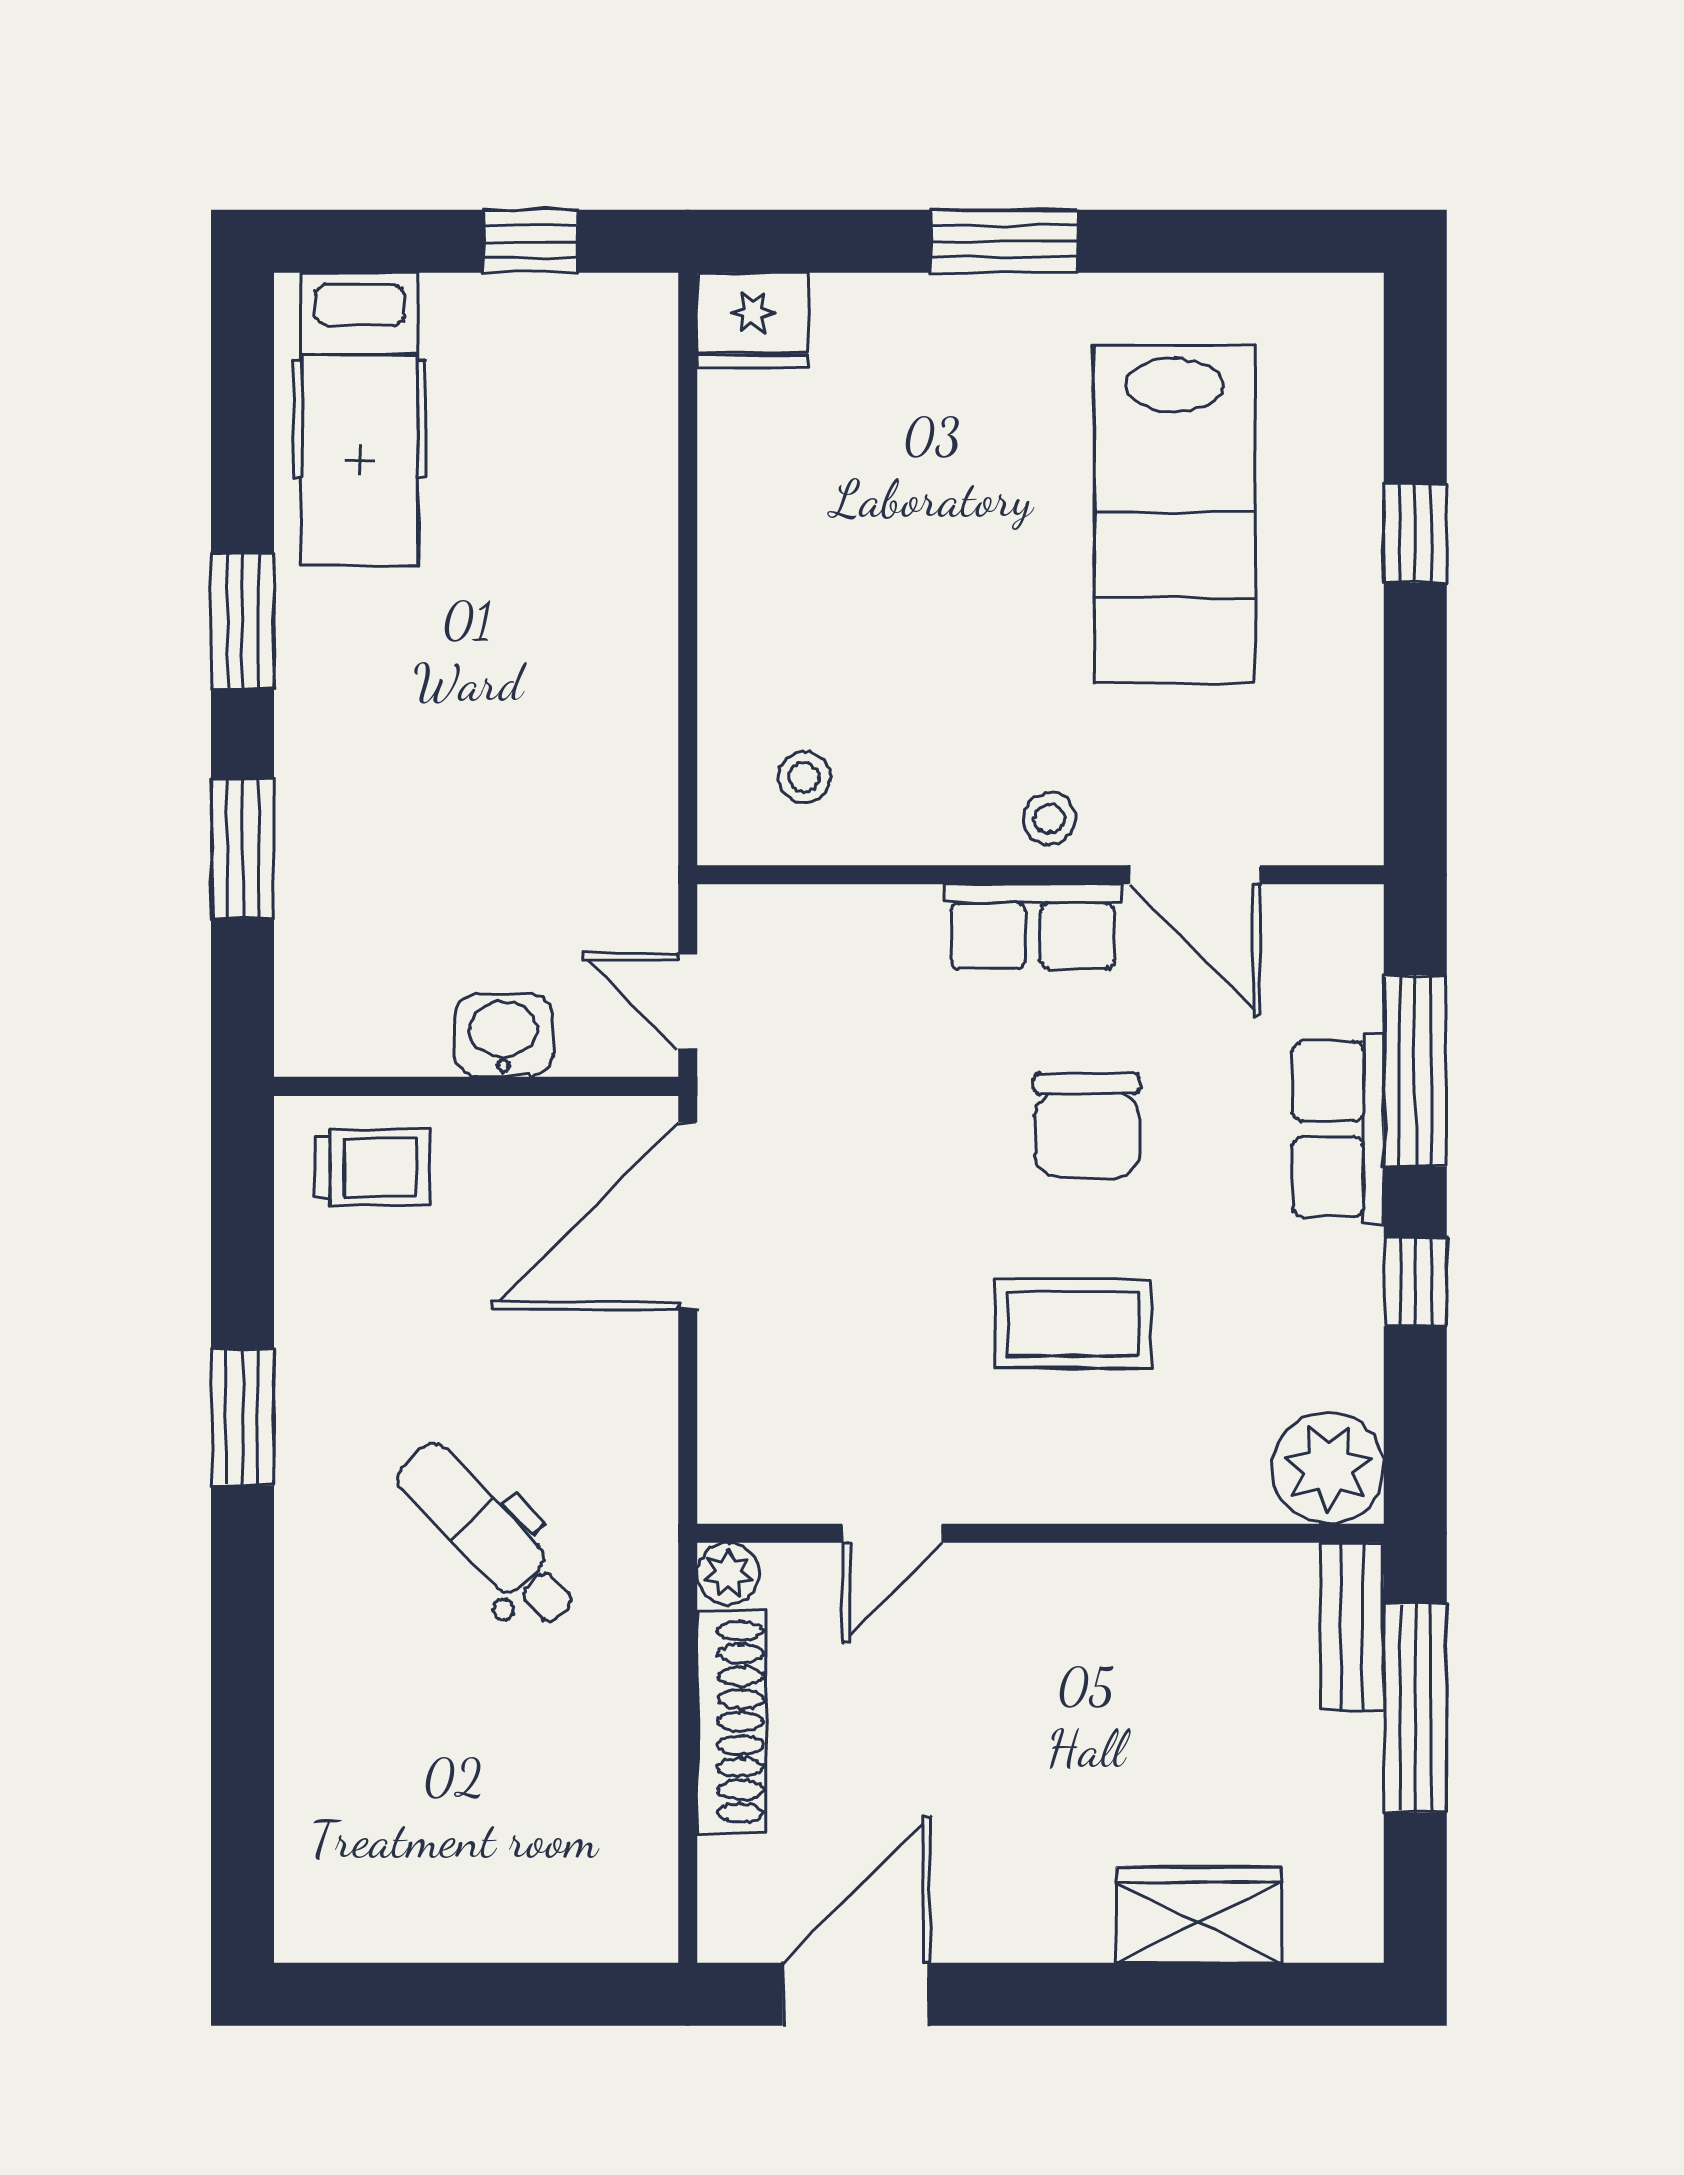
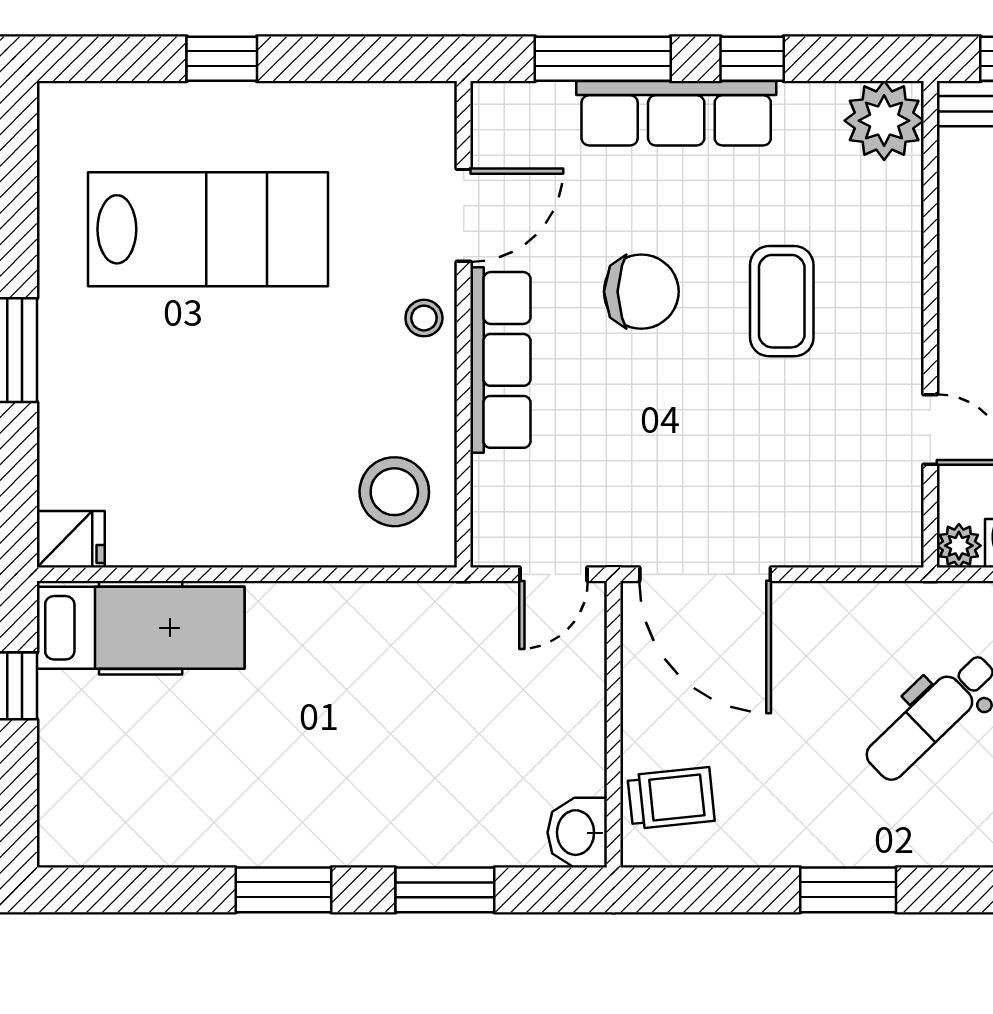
fridge: (753, 320) -> (71, 539), width x0.72
hospital bed: (360, 419) -> (141, 628), moved
stool: (804, 777) -> (394, 492), width x1.89, depth x1.89
row of seats: (1033, 927) -> (500, 360), width x1.48
washbasin: (503, 1035) -> (577, 833), moved
row of seats: (1338, 1129) -> (676, 113), width x1.48
trolley: (372, 1167) -> (671, 798), turned 84

